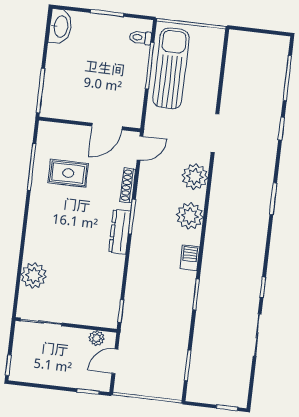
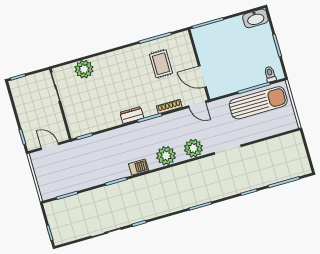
dresser: (120, 232) -> (132, 115), width x0.70
plant: (97, 338) -> (60, 128), removed

